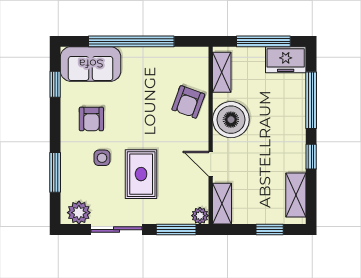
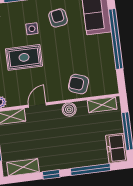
armchair: (91, 119) -> (58, 18), turned 81
boiler: (231, 120) -> (69, 109), width x0.54, depth x0.54

